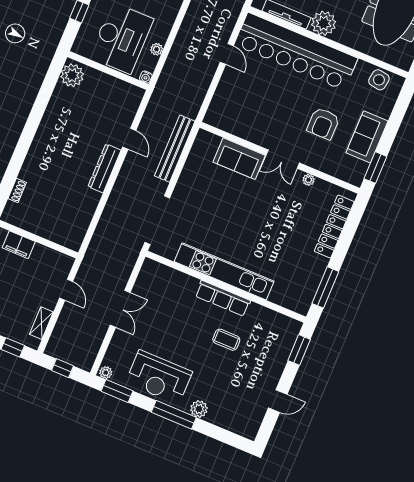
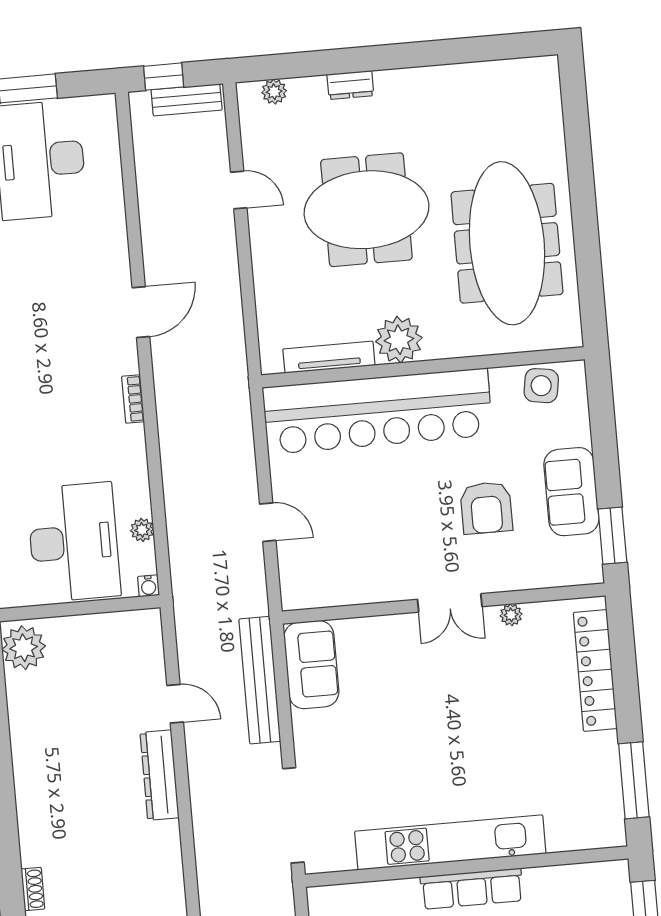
door: (227, 54) -> (268, 522), moved
sofa: (239, 159) -> (311, 665), moved, turned -90

